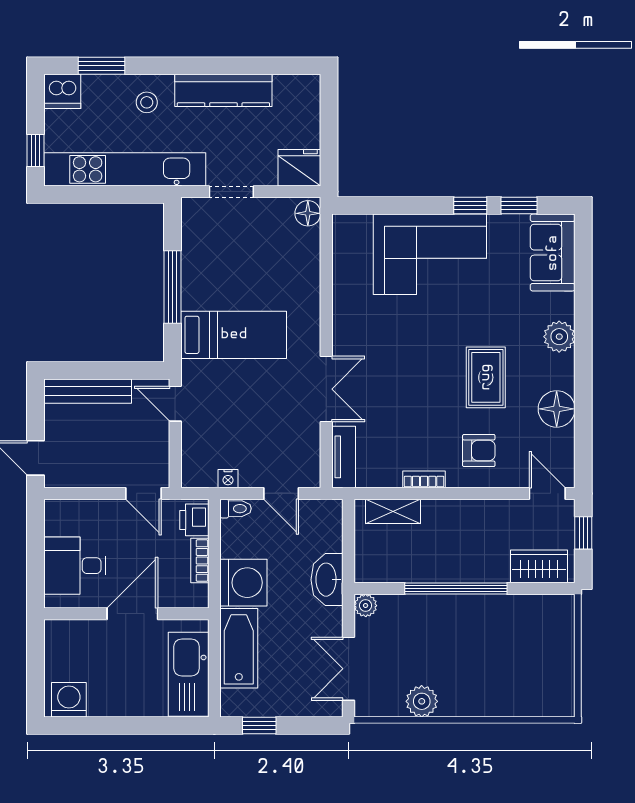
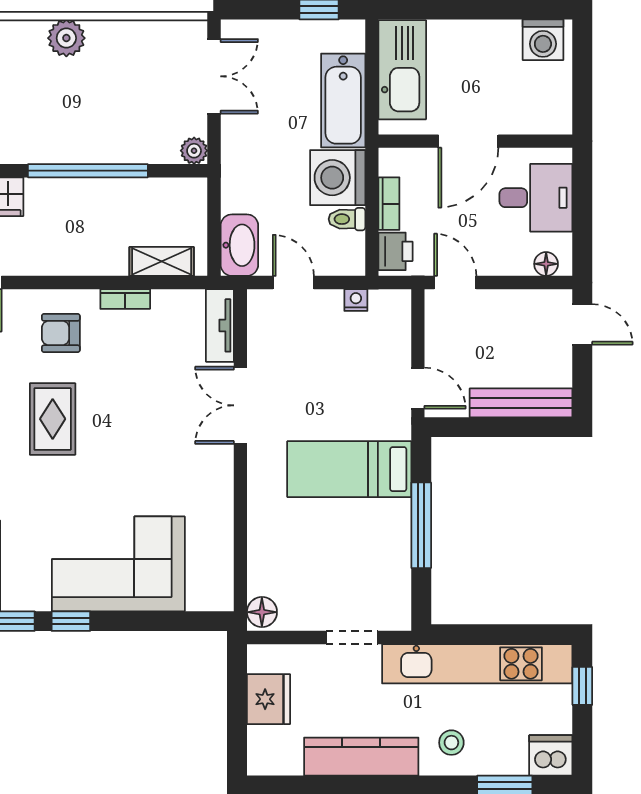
fridge: (299, 168) -> (268, 699), moved, turned -90
floor lamp: (66, 509) -> (546, 264), added
toilet: (236, 509) -> (347, 219), moved
washbasin: (327, 580) -> (239, 245), moved
plant: (422, 701) -> (66, 38), moved

